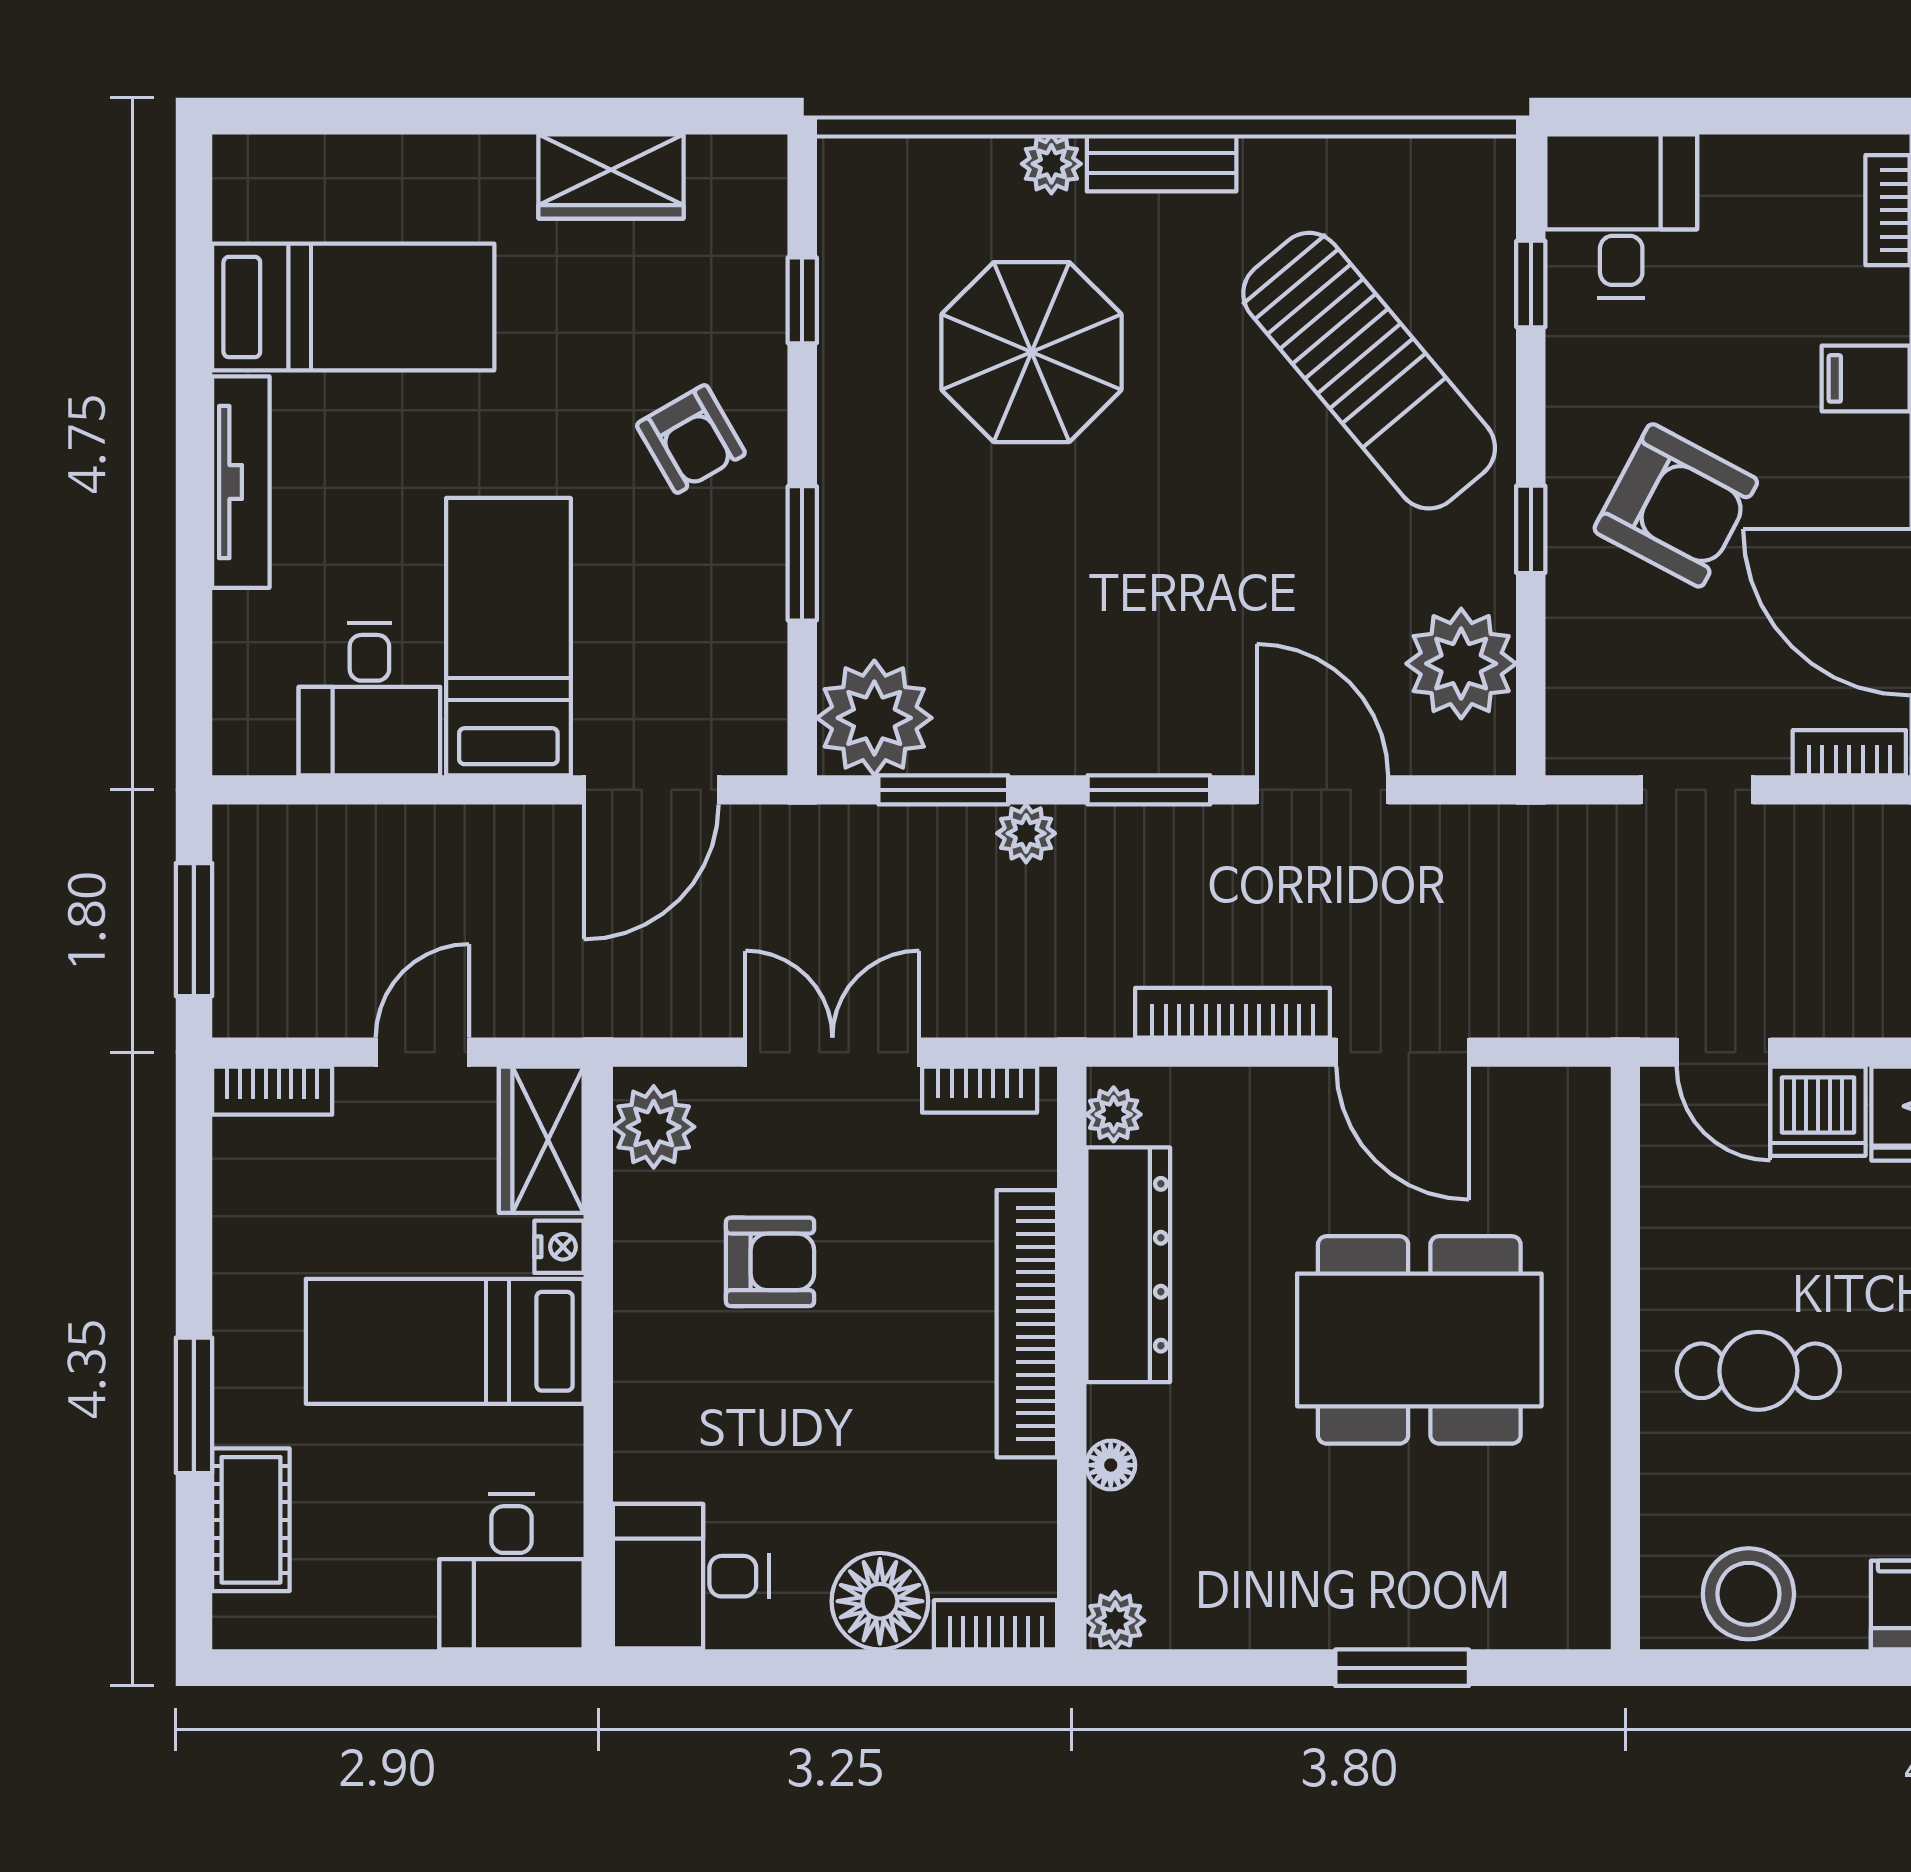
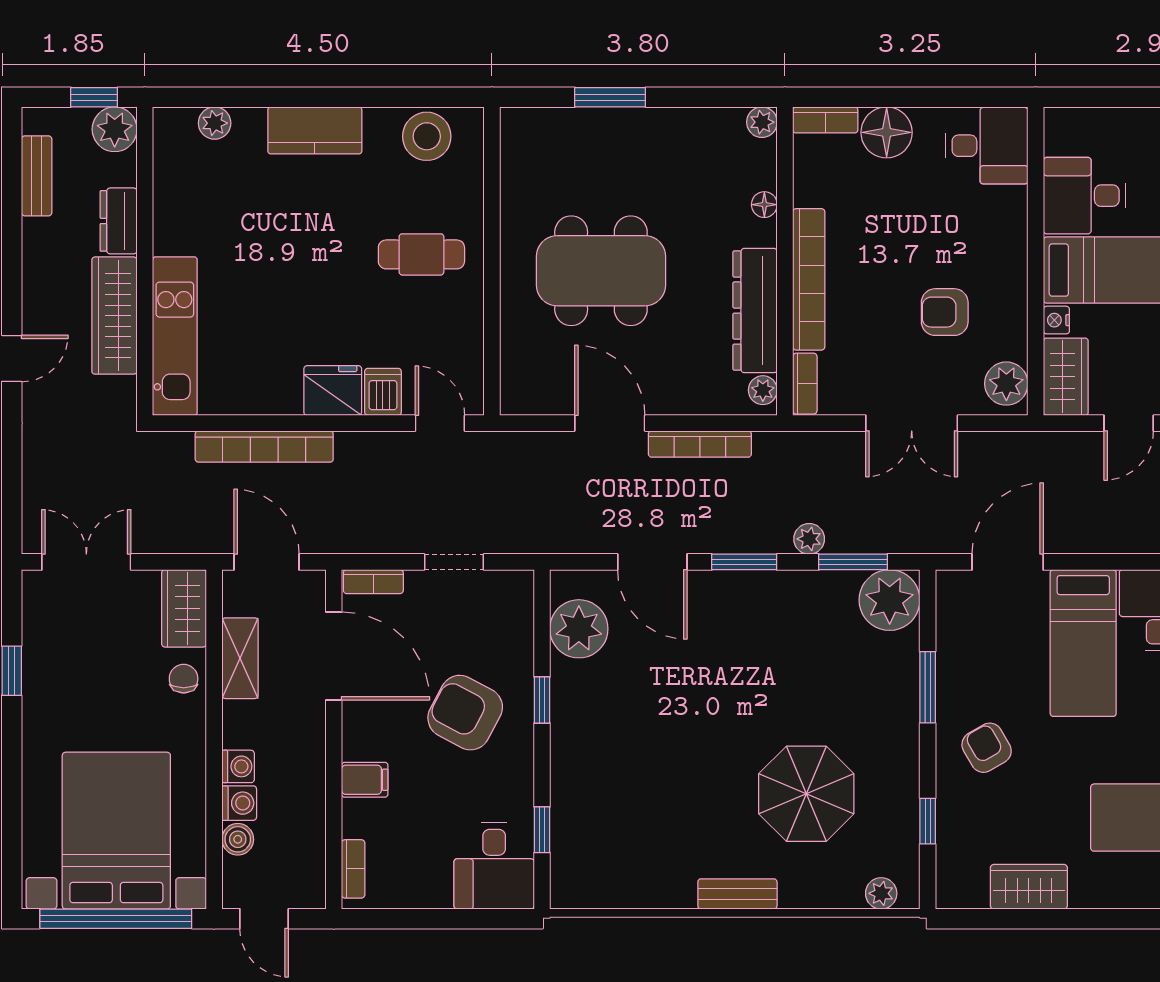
plant: (1051, 164) -> (881, 893), moved
sun lounger: (1369, 371) -> (628, 784), removed
bookcase: (980, 1090) -> (805, 384), moved, turned 90
dishwasher: (1818, 1111) -> (383, 392), width x0.73
desk: (512, 1572) -> (1085, 196), moved, turned -90

